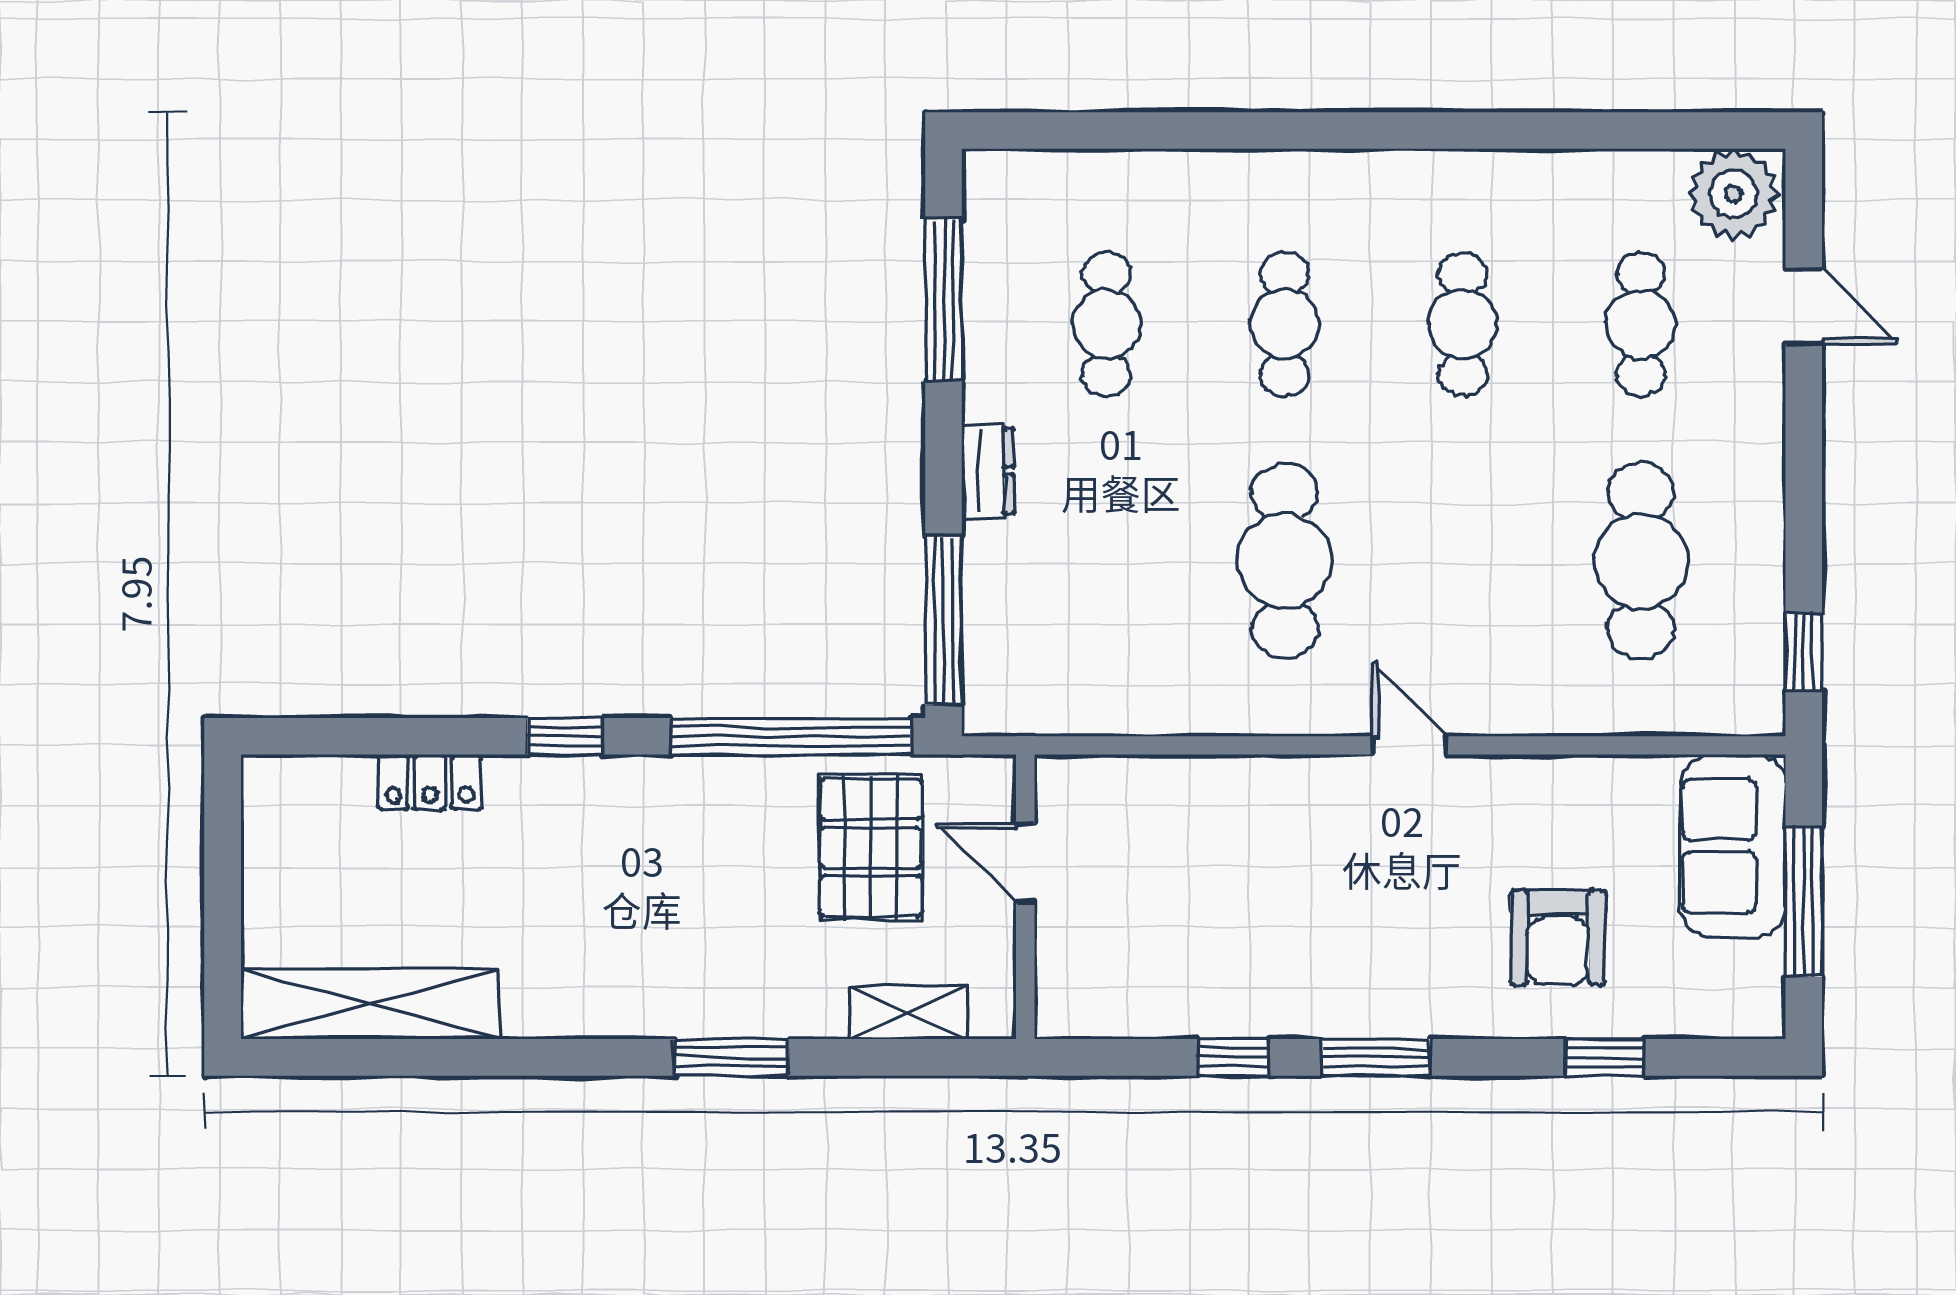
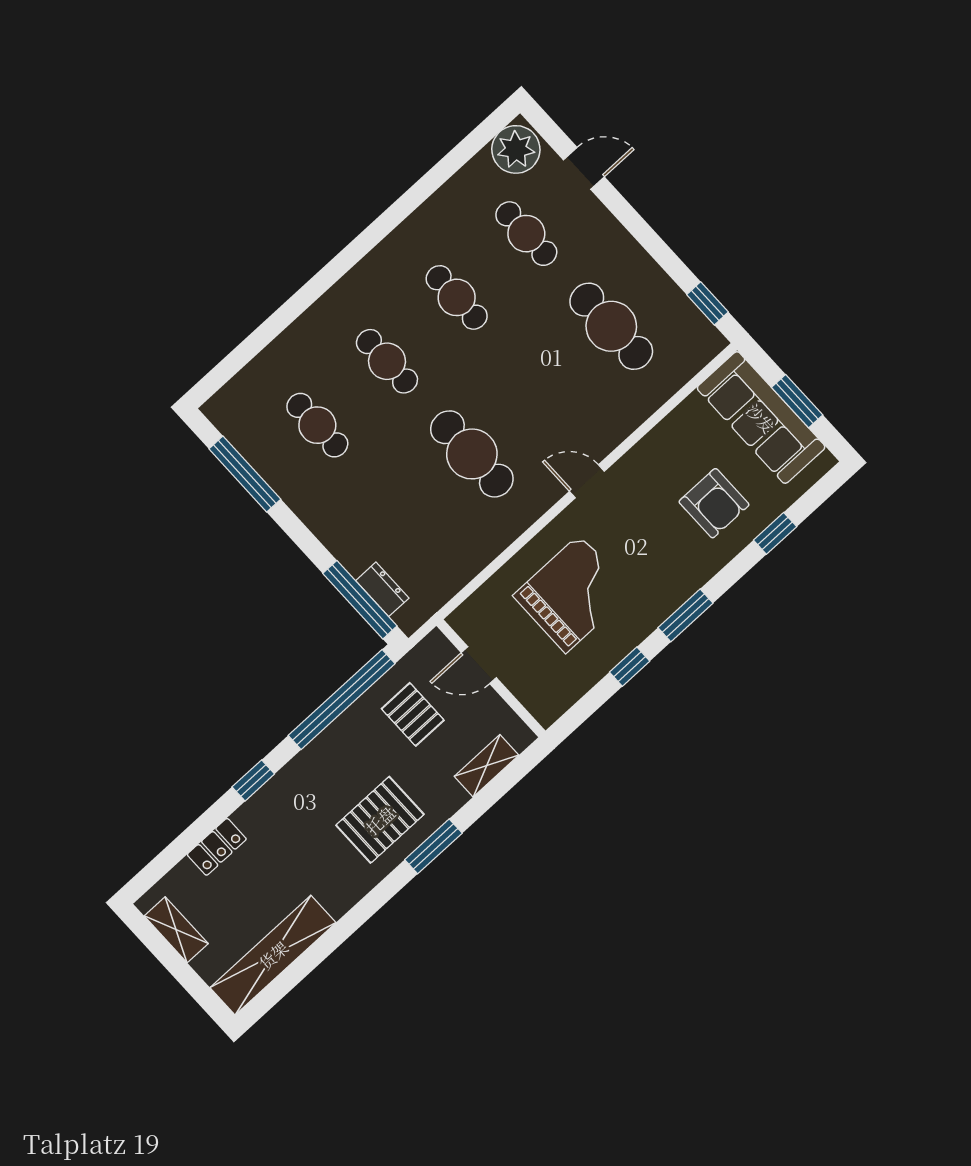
dresser: (988, 471) -> (382, 589), moved
shelving: (268, 846) -> (176, 930), added
sofa: (1733, 846) -> (761, 418), width x1.36
pallet: (871, 848) -> (413, 714), width x0.67, depth x0.71
grand piano: (1246, 884) -> (573, 594), added
window: (1804, 902) -> (797, 401), width x0.69
pallet: (691, 952) -> (380, 820), added

